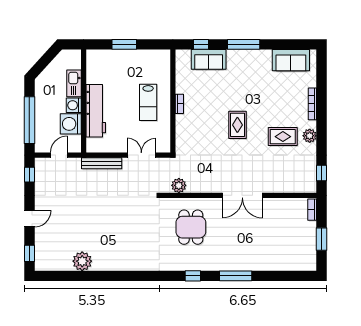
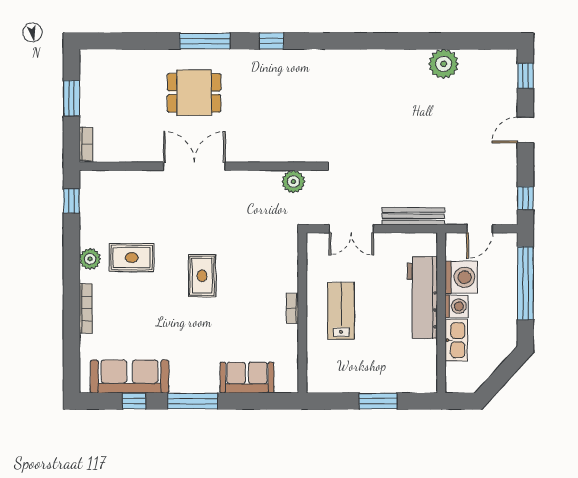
window: (201, 44) -> (134, 401), moved
sofa: (291, 60) -> (130, 376), width x1.36
dining table: (191, 227) -> (194, 93), moved, turned 90

